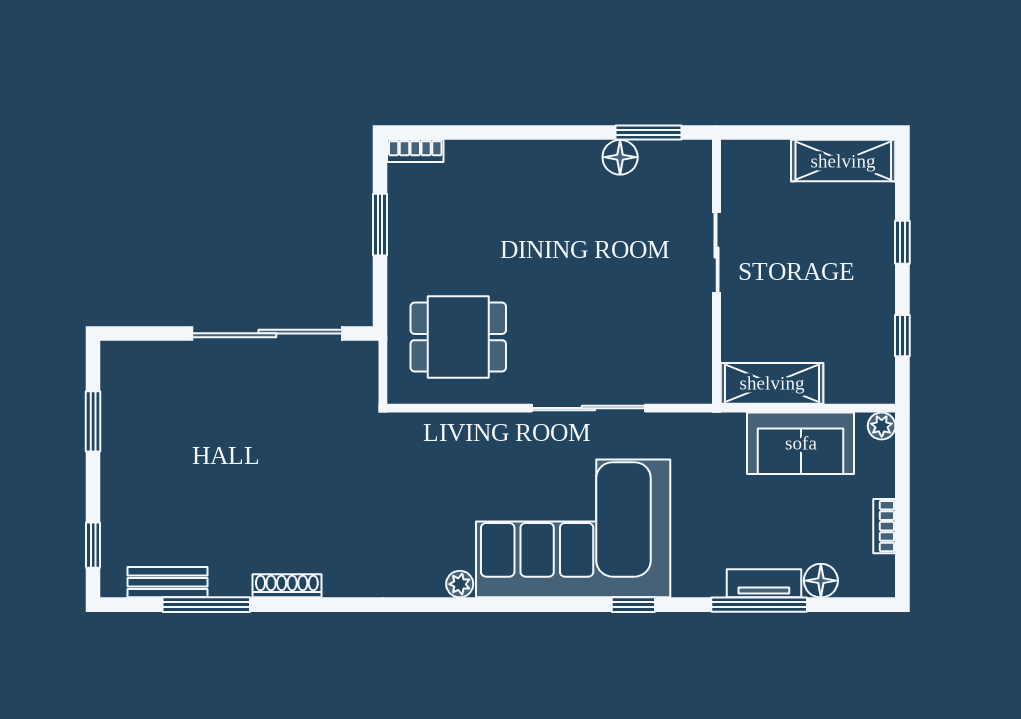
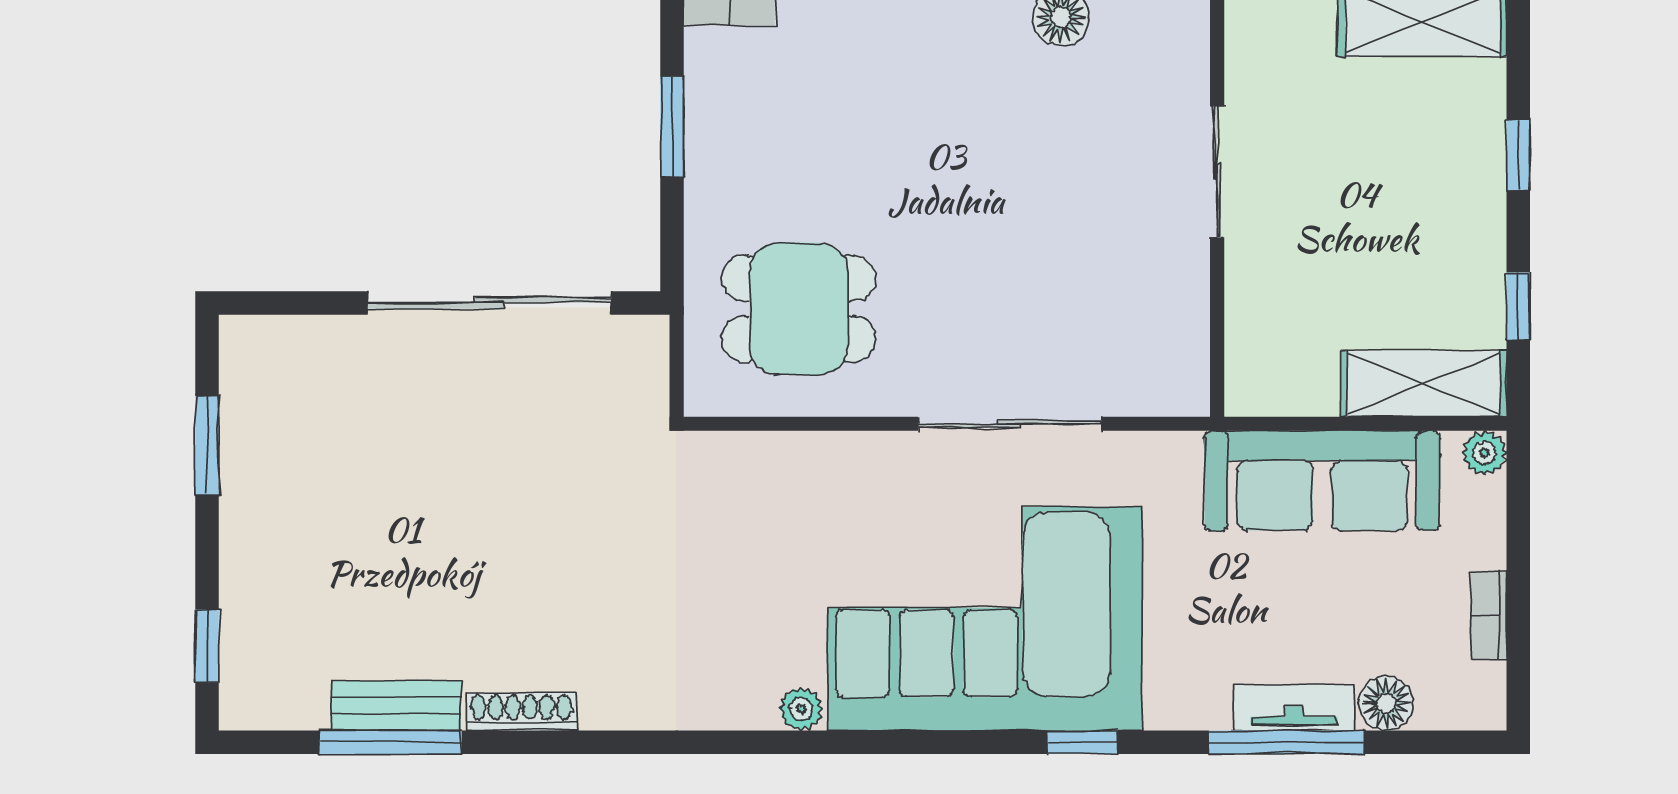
shelving: (772, 383) -> (1424, 384), moved
sofa: (801, 443) -> (1322, 481), width x1.36
bench: (167, 582) -> (396, 706), moved

